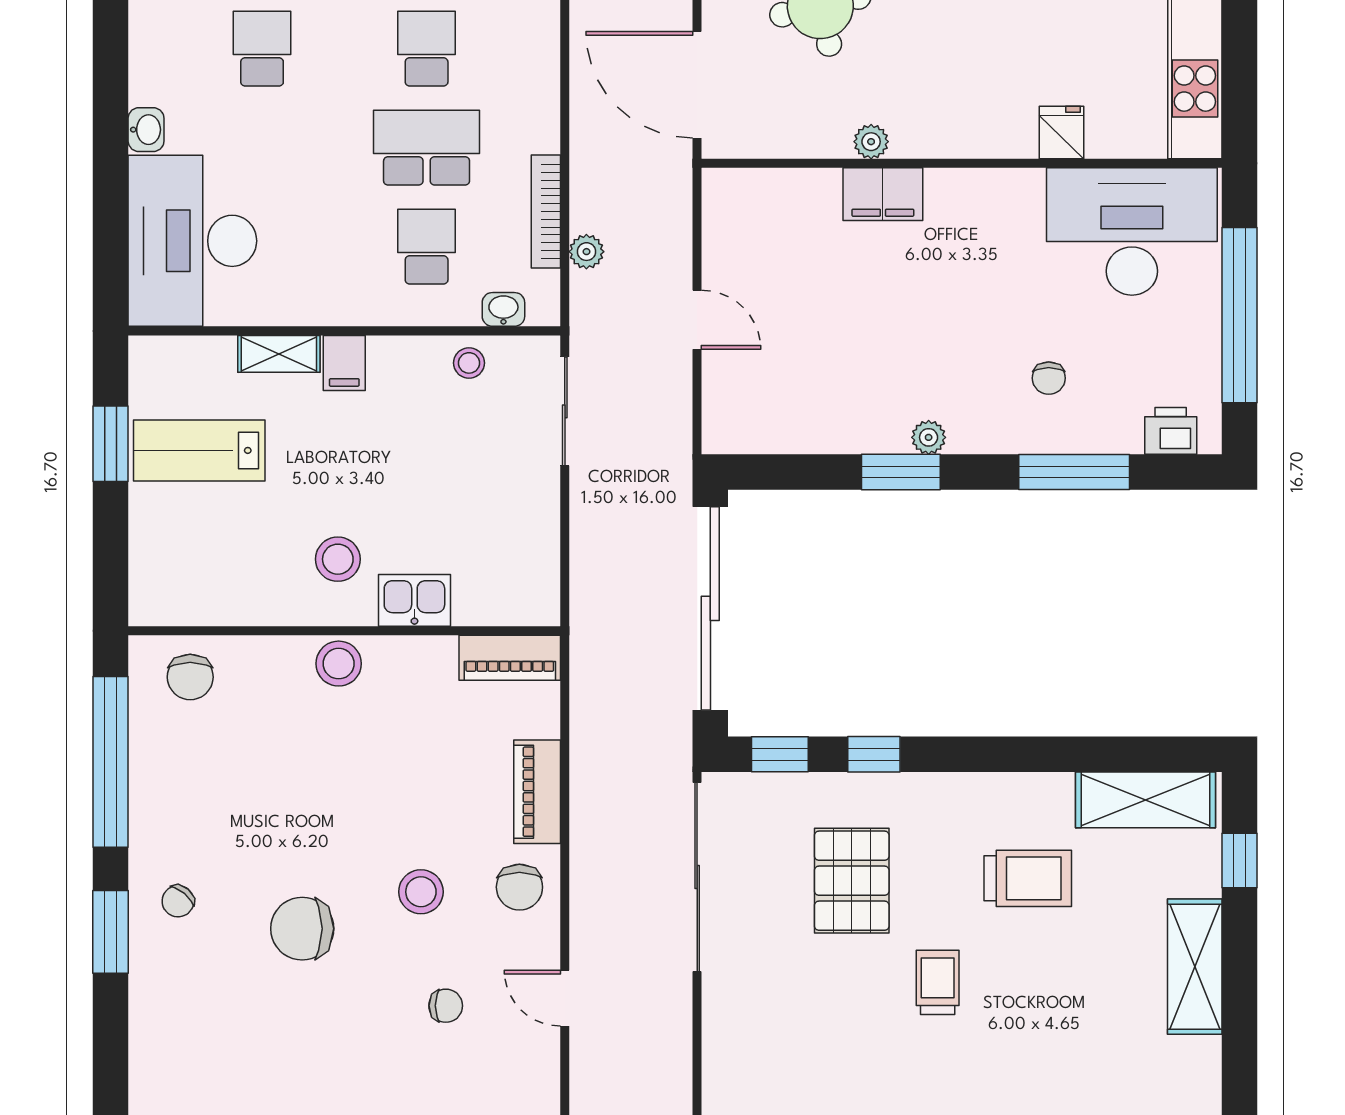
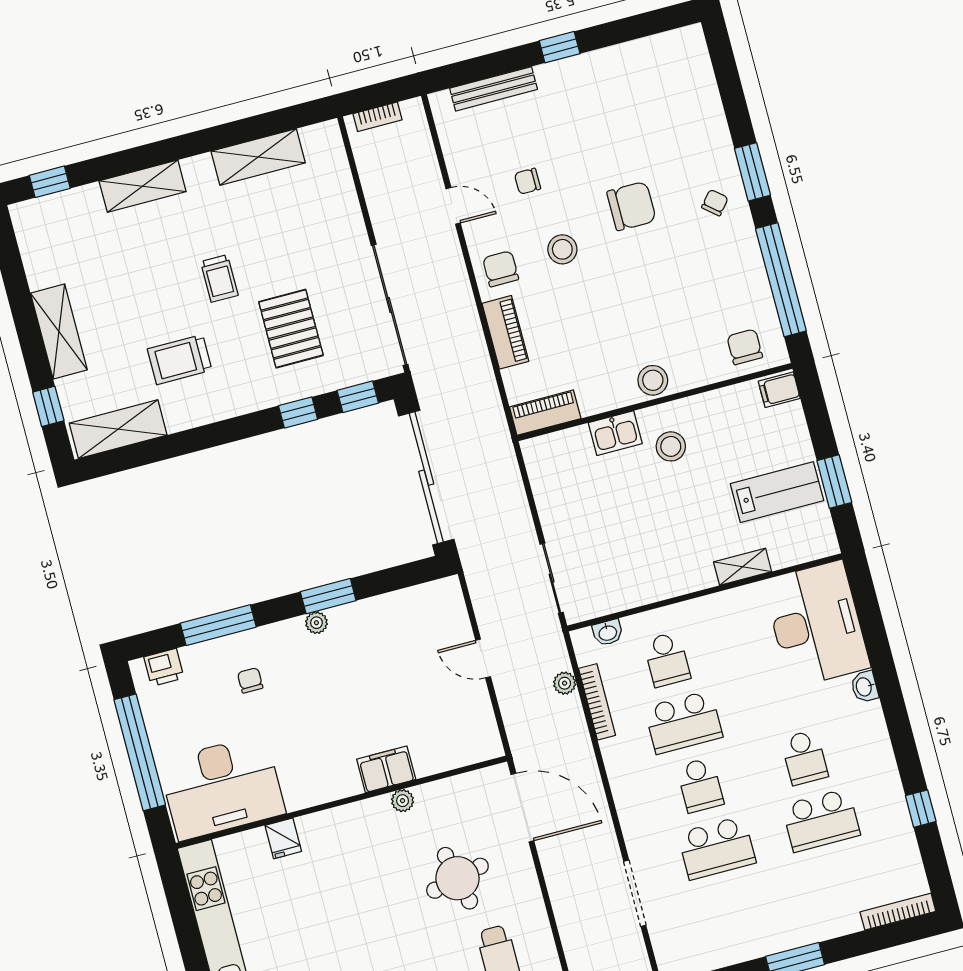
filing cabinet: (344, 363) -> (779, 390), moved, turned -90
stool: (469, 363) -> (620, 593), removed

